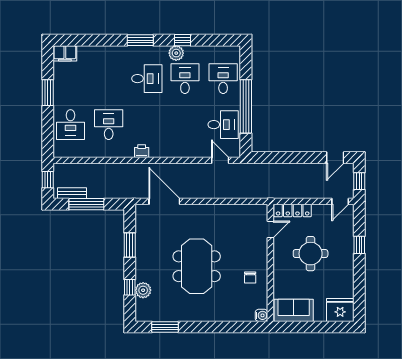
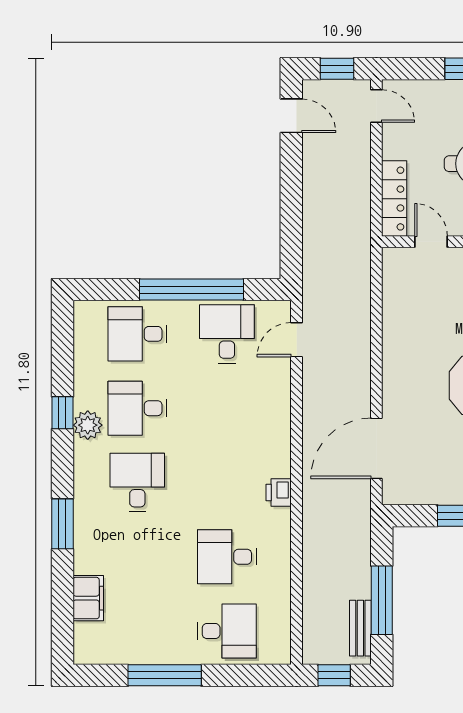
window: (140, 40) -> (62, 524), moved
filing cabinet: (65, 53) -> (88, 598), moved
window: (48, 93) -> (165, 675), width x1.44

